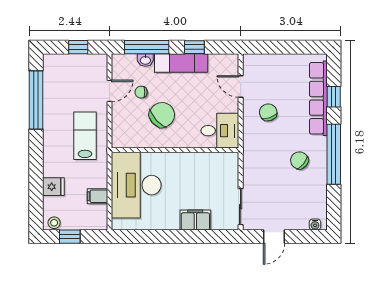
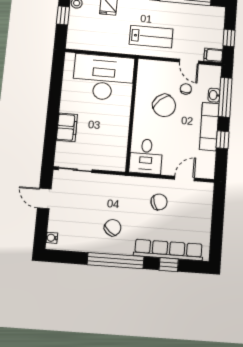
filing cabinet: (97, 196) -> (213, 55), moved, turned -90

